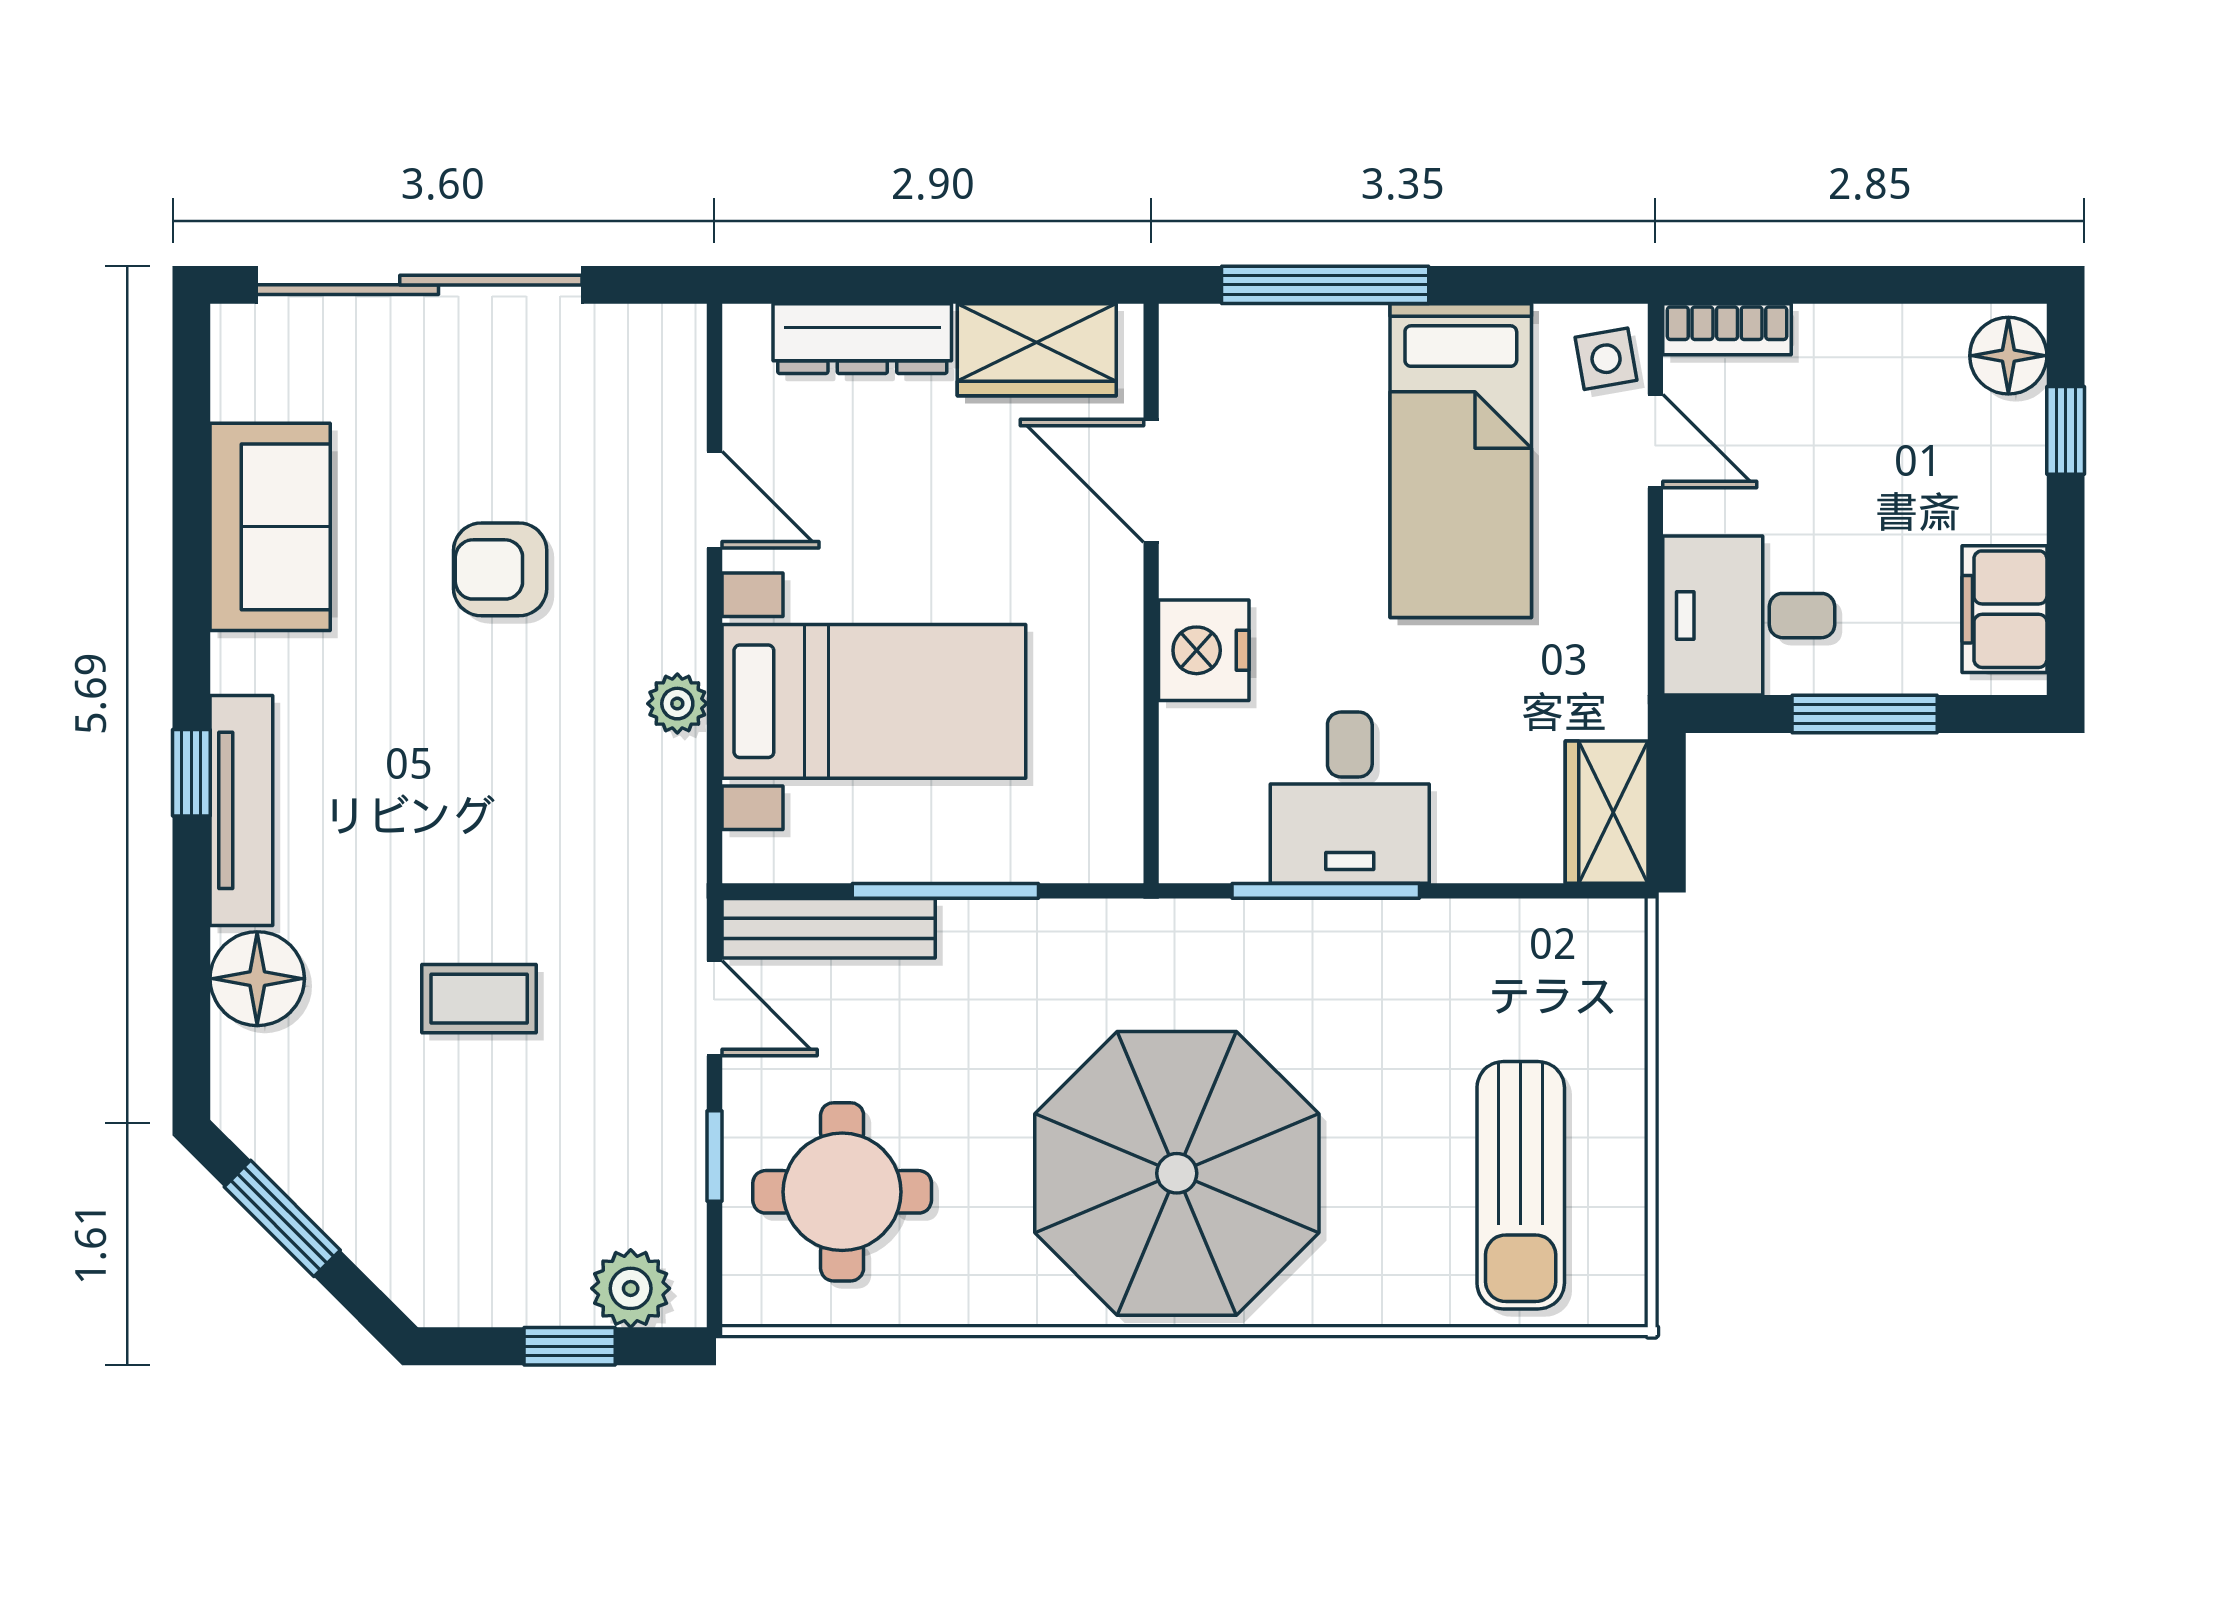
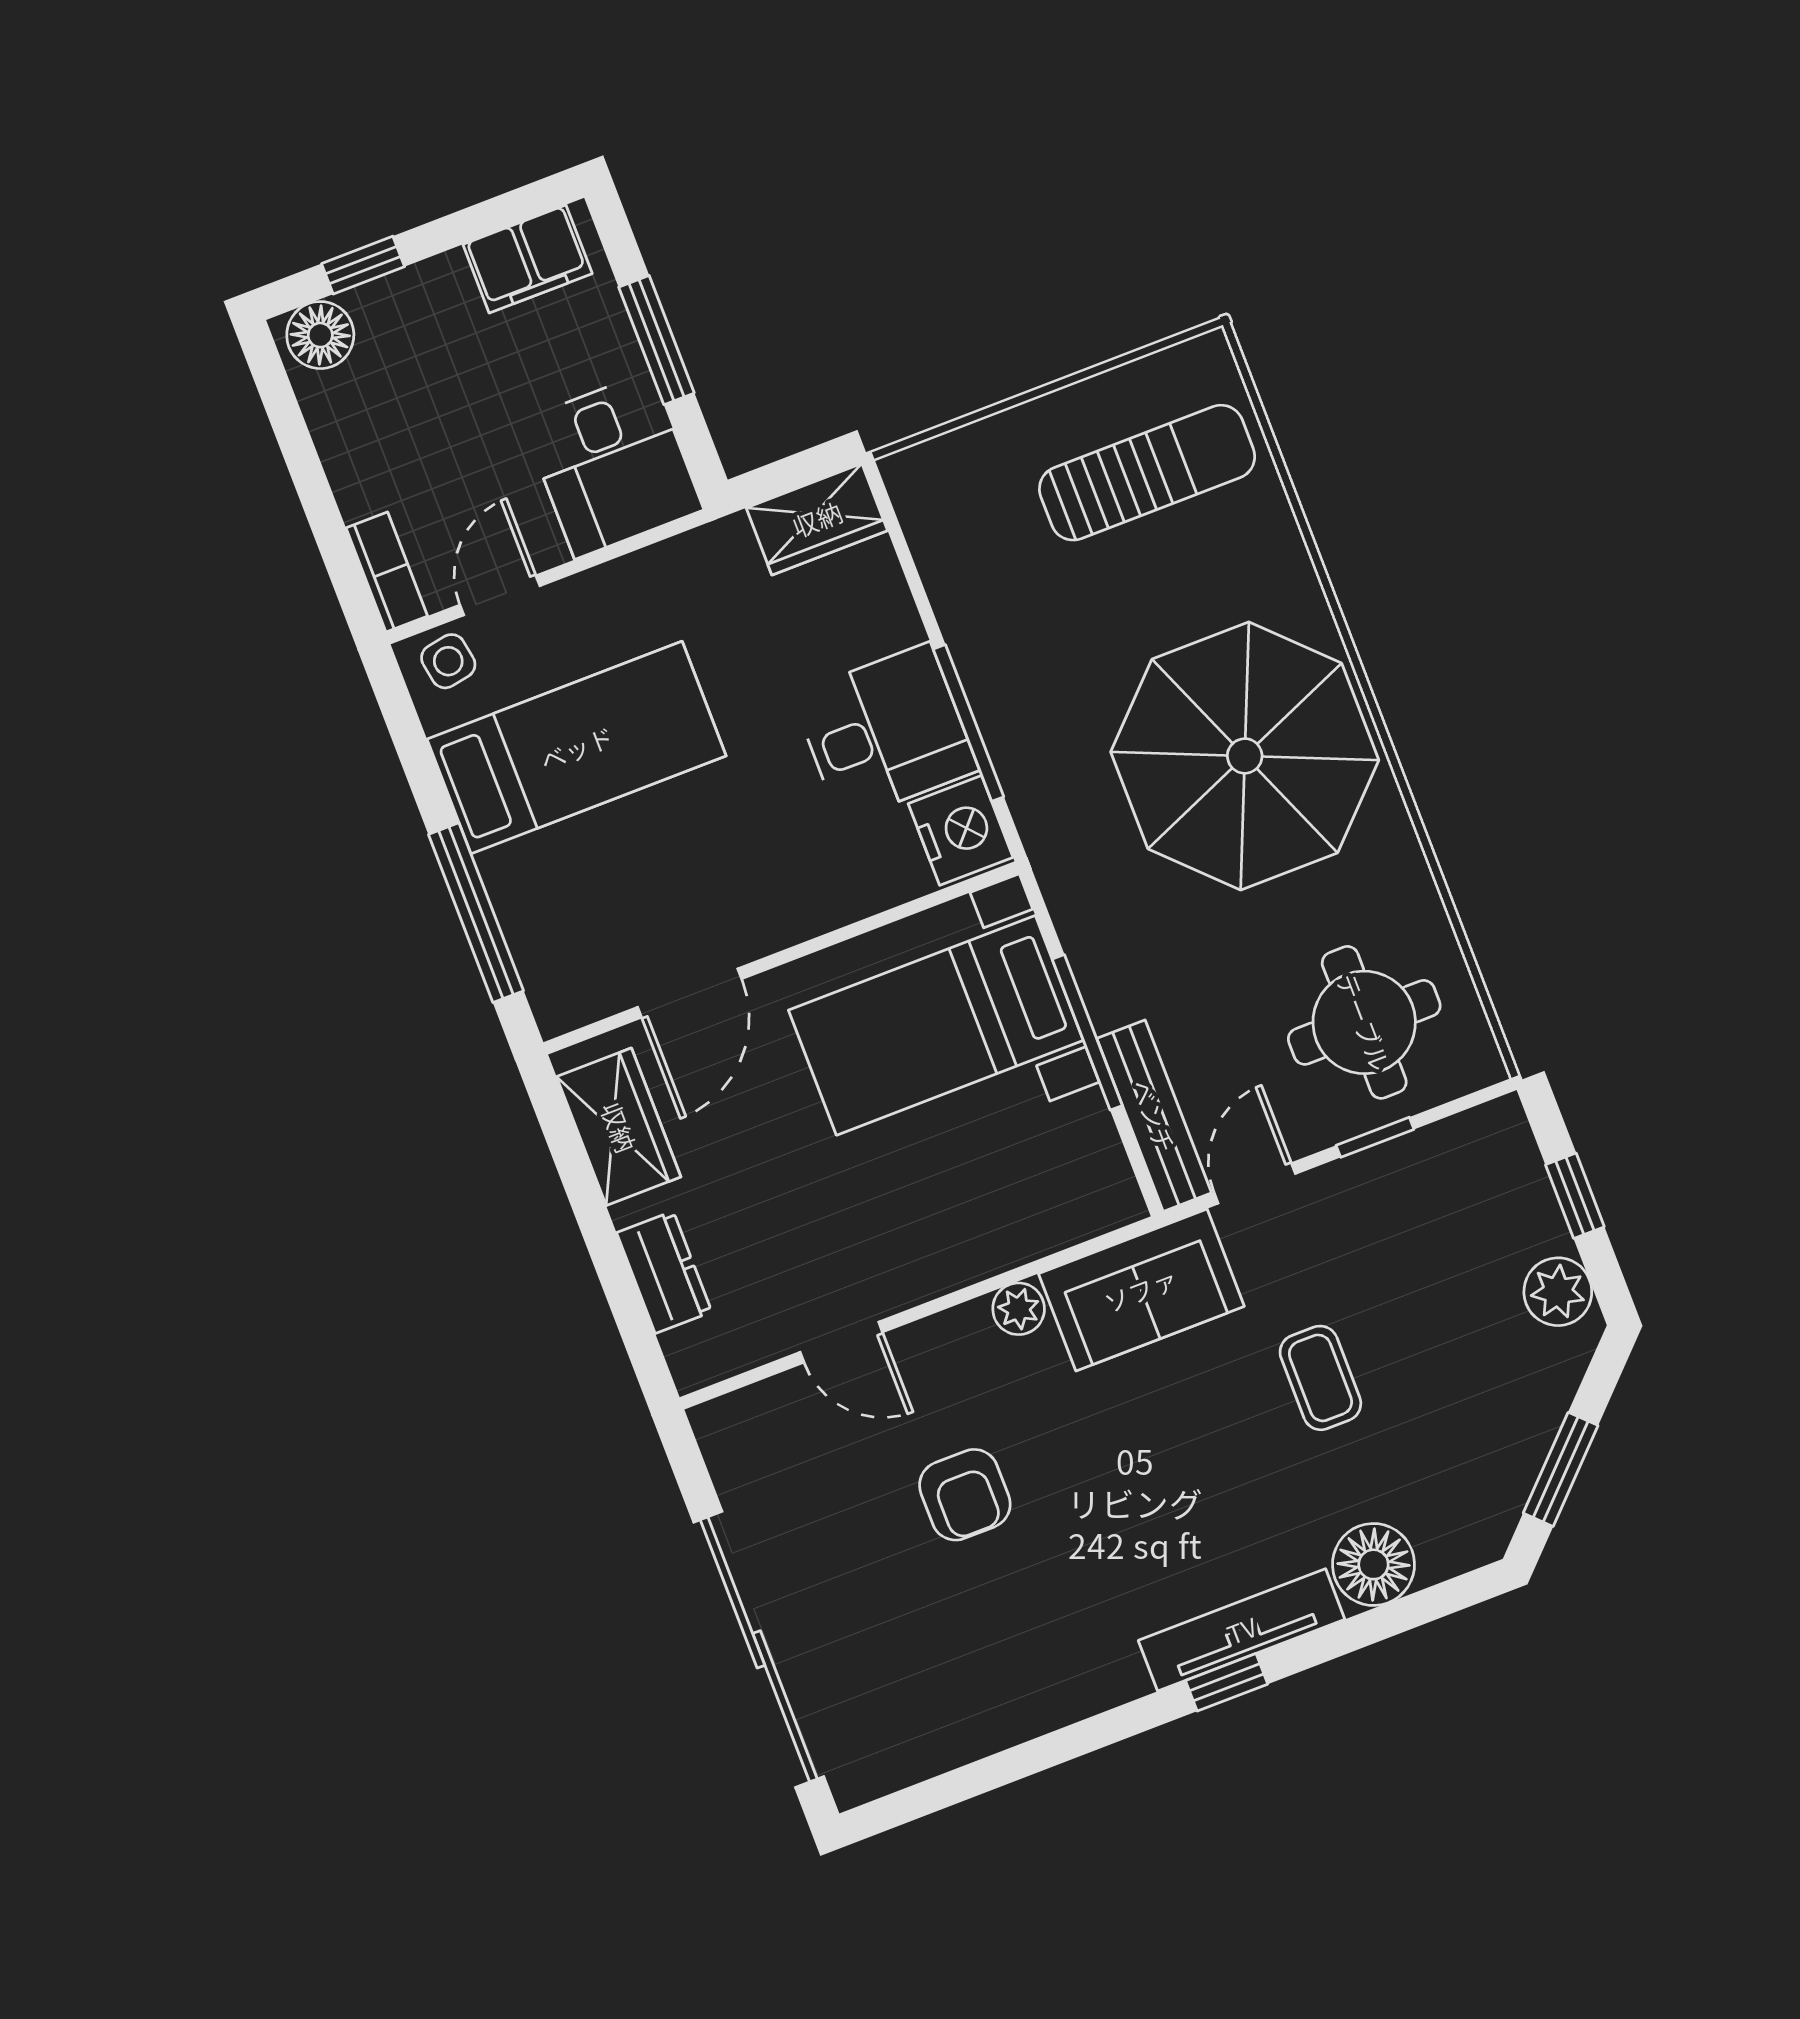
dresser: (862, 339) -> (664, 1272), width x0.70
door: (714, 500) -> (841, 1342), swing flipped
sofa: (270, 527) -> (1141, 1290), moved, turned 180
nightstand: (1204, 650) -> (961, 830), moved, turned -90
bed with nightstands: (874, 701) -> (936, 1025), moved, turned -90
plant: (631, 1288) -> (1558, 1292), moved

